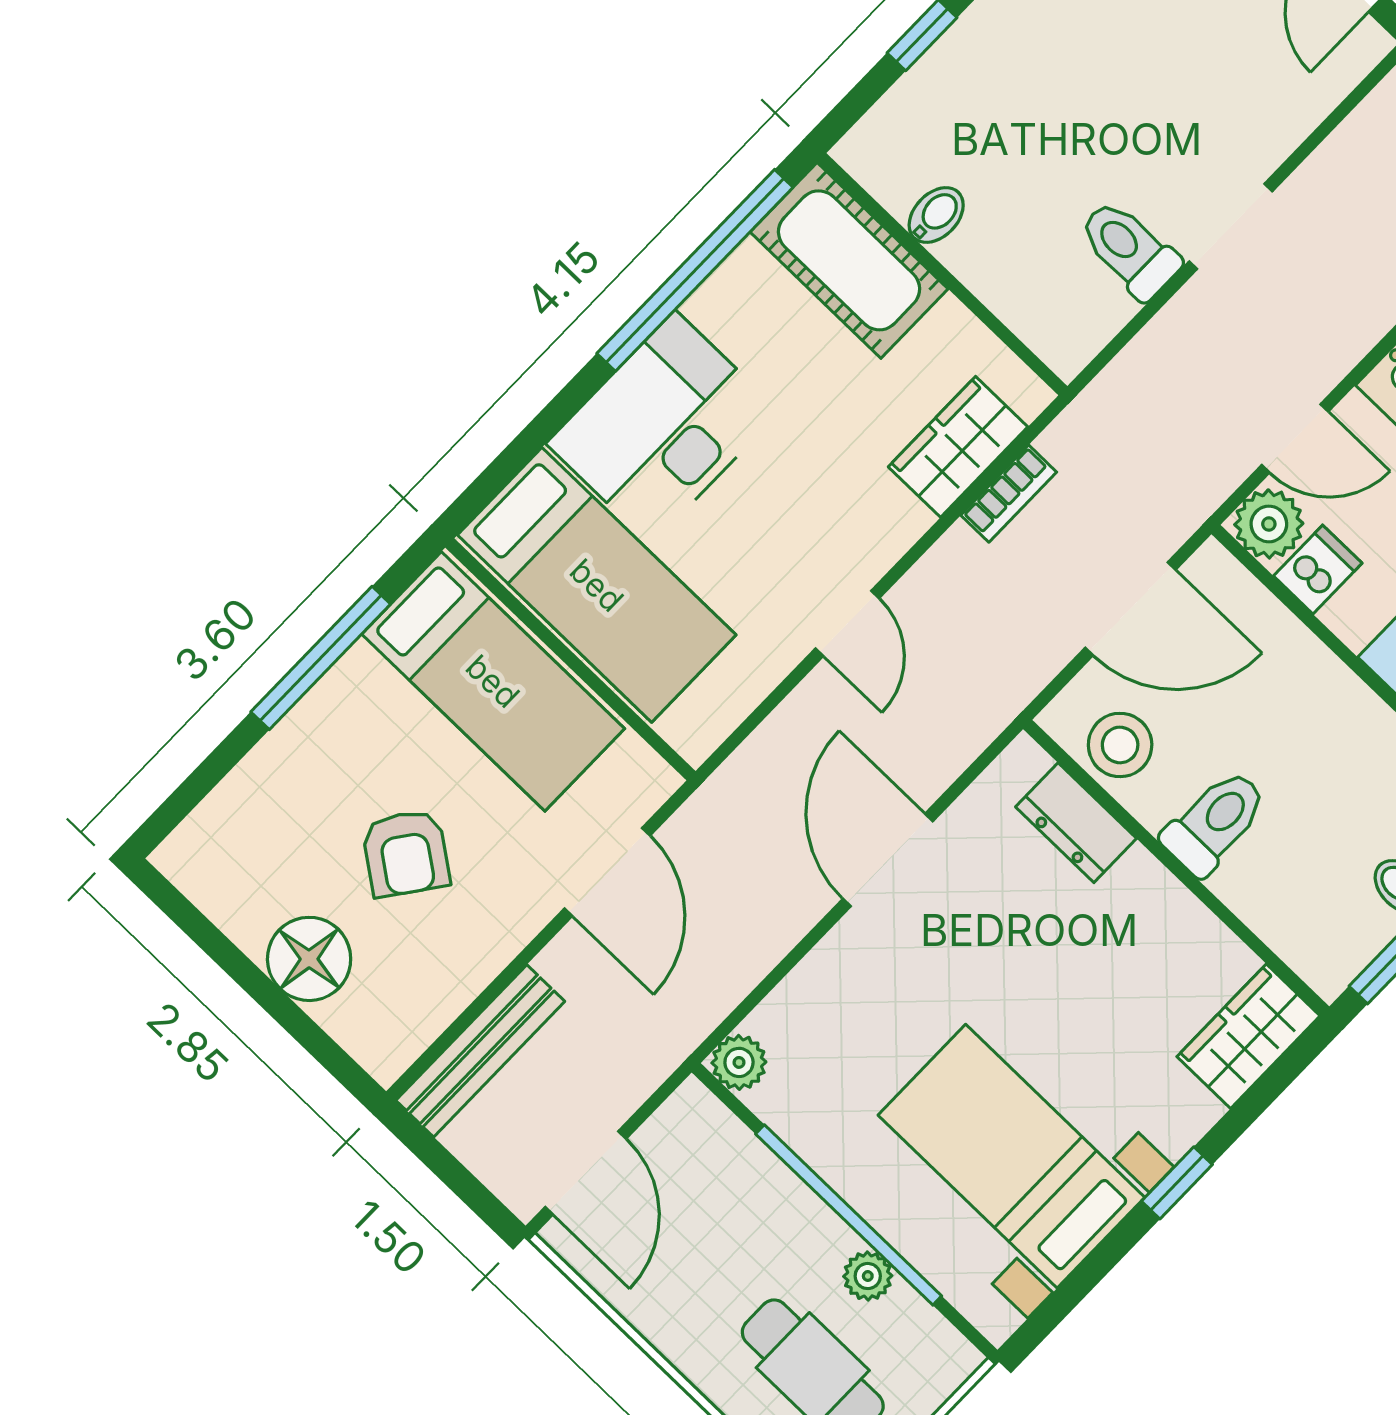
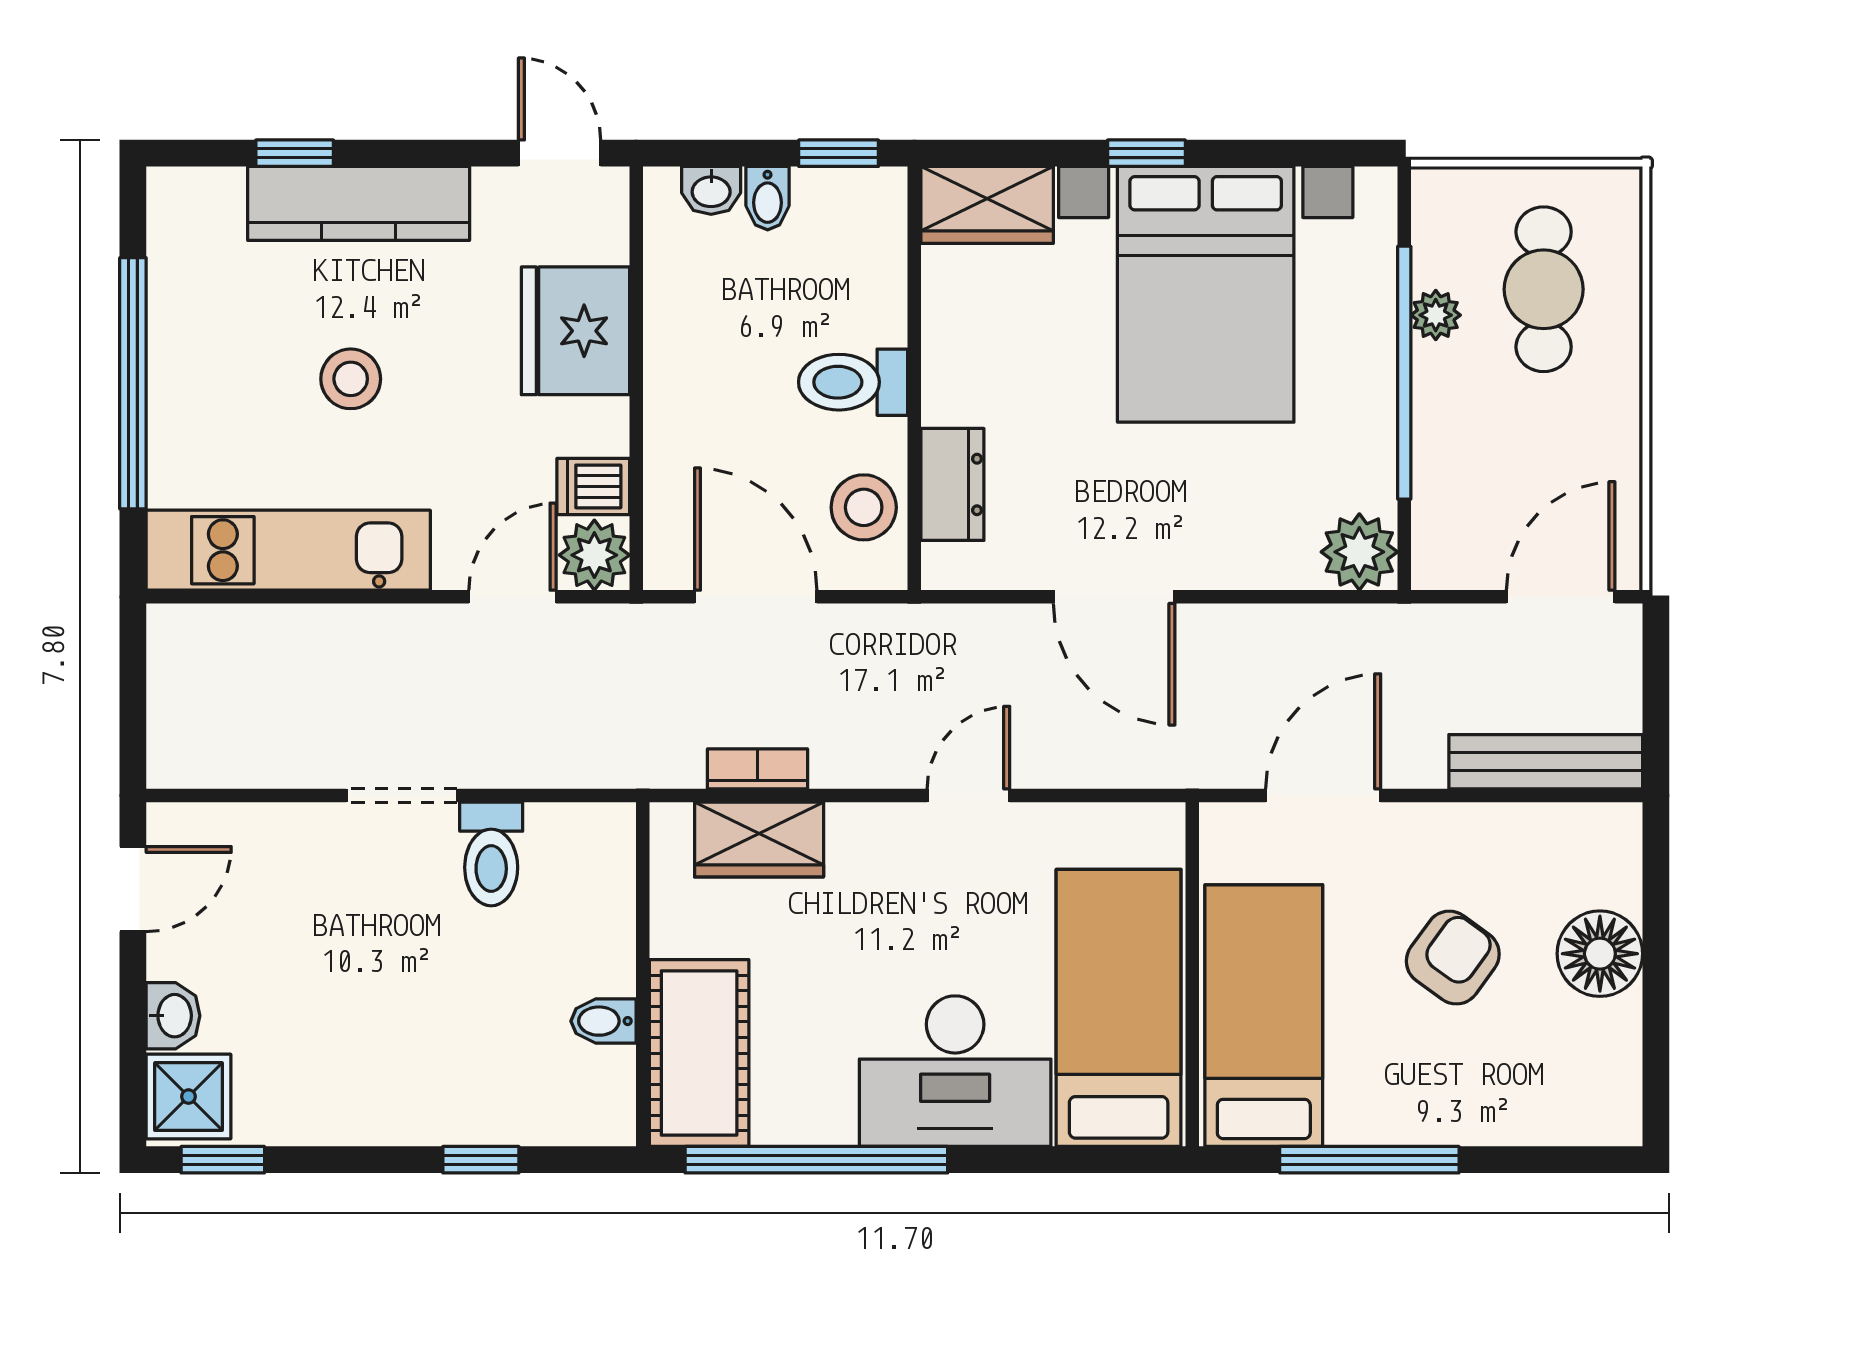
door: (1295, 438) -> (512, 597), hinge flipped
door: (888, 860) -> (1114, 597), hinge flipped
plant: (739, 1062) -> (1359, 552), width x1.38, depth x1.38
bed with nightstands: (1011, 1156) -> (1206, 294), width x1.36

